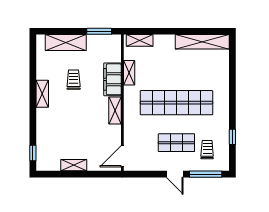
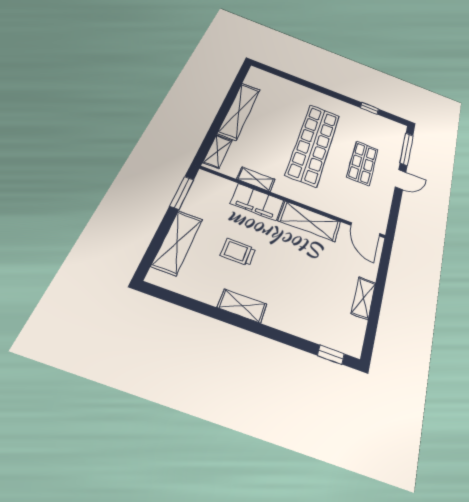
shelving: (202, 42) -> (239, 111), moved
shelving: (115, 111) -> (310, 221), width x1.50, depth x1.33
trolley: (207, 150) -> (378, 137), removed

